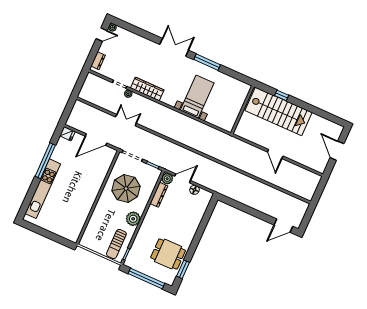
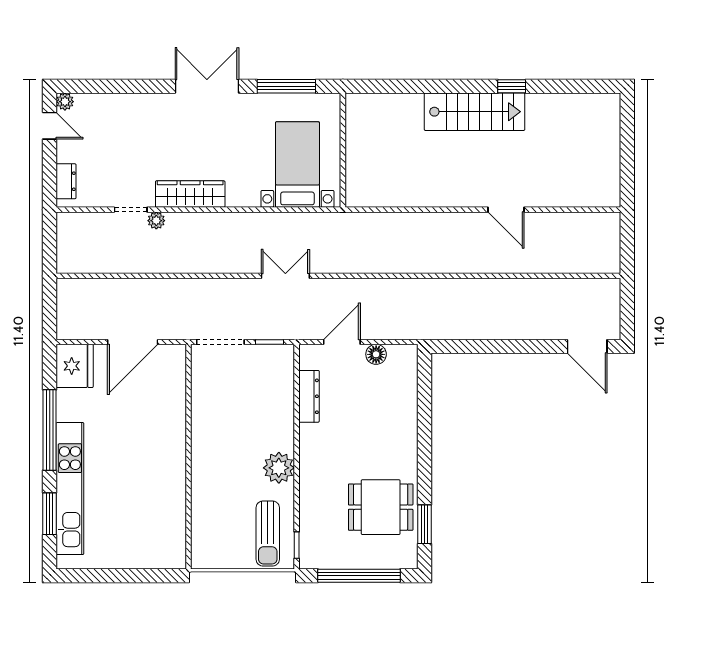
door: (102, 35) -> (50, 126), hinge flipped
window: (282, 95) -> (512, 86), moved
wall: (242, 110) -> (343, 150), moved
stairs: (279, 112) -> (475, 112), width x0.73, depth x0.66
double door: (126, 120) -> (285, 276), moved
fridge: (67, 134) -> (75, 366), width x1.88, depth x1.34
door: (337, 151) -> (627, 147), removed
plant: (167, 179) -> (311, 356), removed
parasol: (126, 188) -> (237, 413), removed
window: (30, 195) -> (50, 514), added
door: (283, 226) -> (587, 346), hinge flipped

